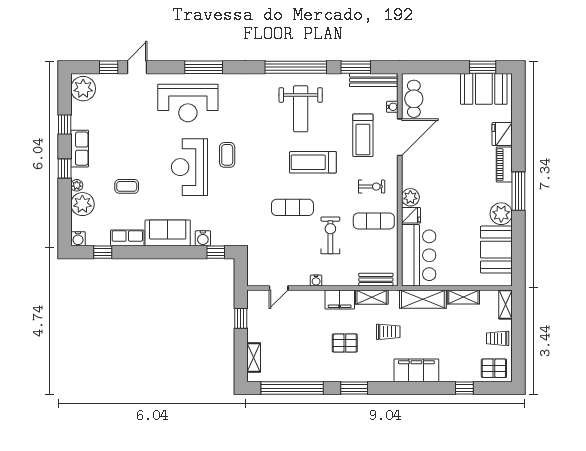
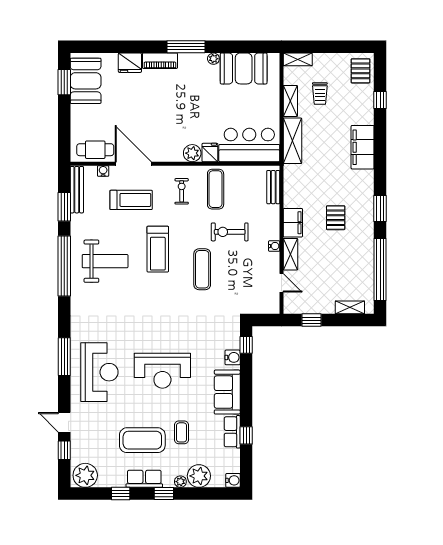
coffee table: (227, 155) -> (142, 440), moved, width x1.86, depth x1.72
plant: (501, 214) -> (213, 59), width x0.53, depth x0.53
window: (103, 252) -> (246, 435), moved
shelving: (372, 297) -> (290, 254), moved
trolley: (388, 332) -> (325, 175), removed
trolley: (498, 338) -> (320, 93), moved

